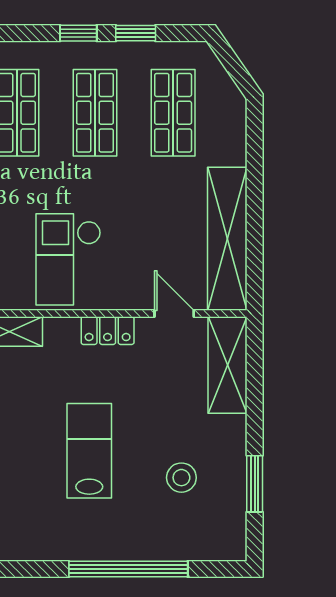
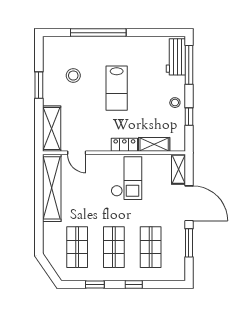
window: (78, 33) -> (134, 285), moved
locker: (108, 331) -> (124, 145), moved
window: (255, 484) -> (39, 85), moved

